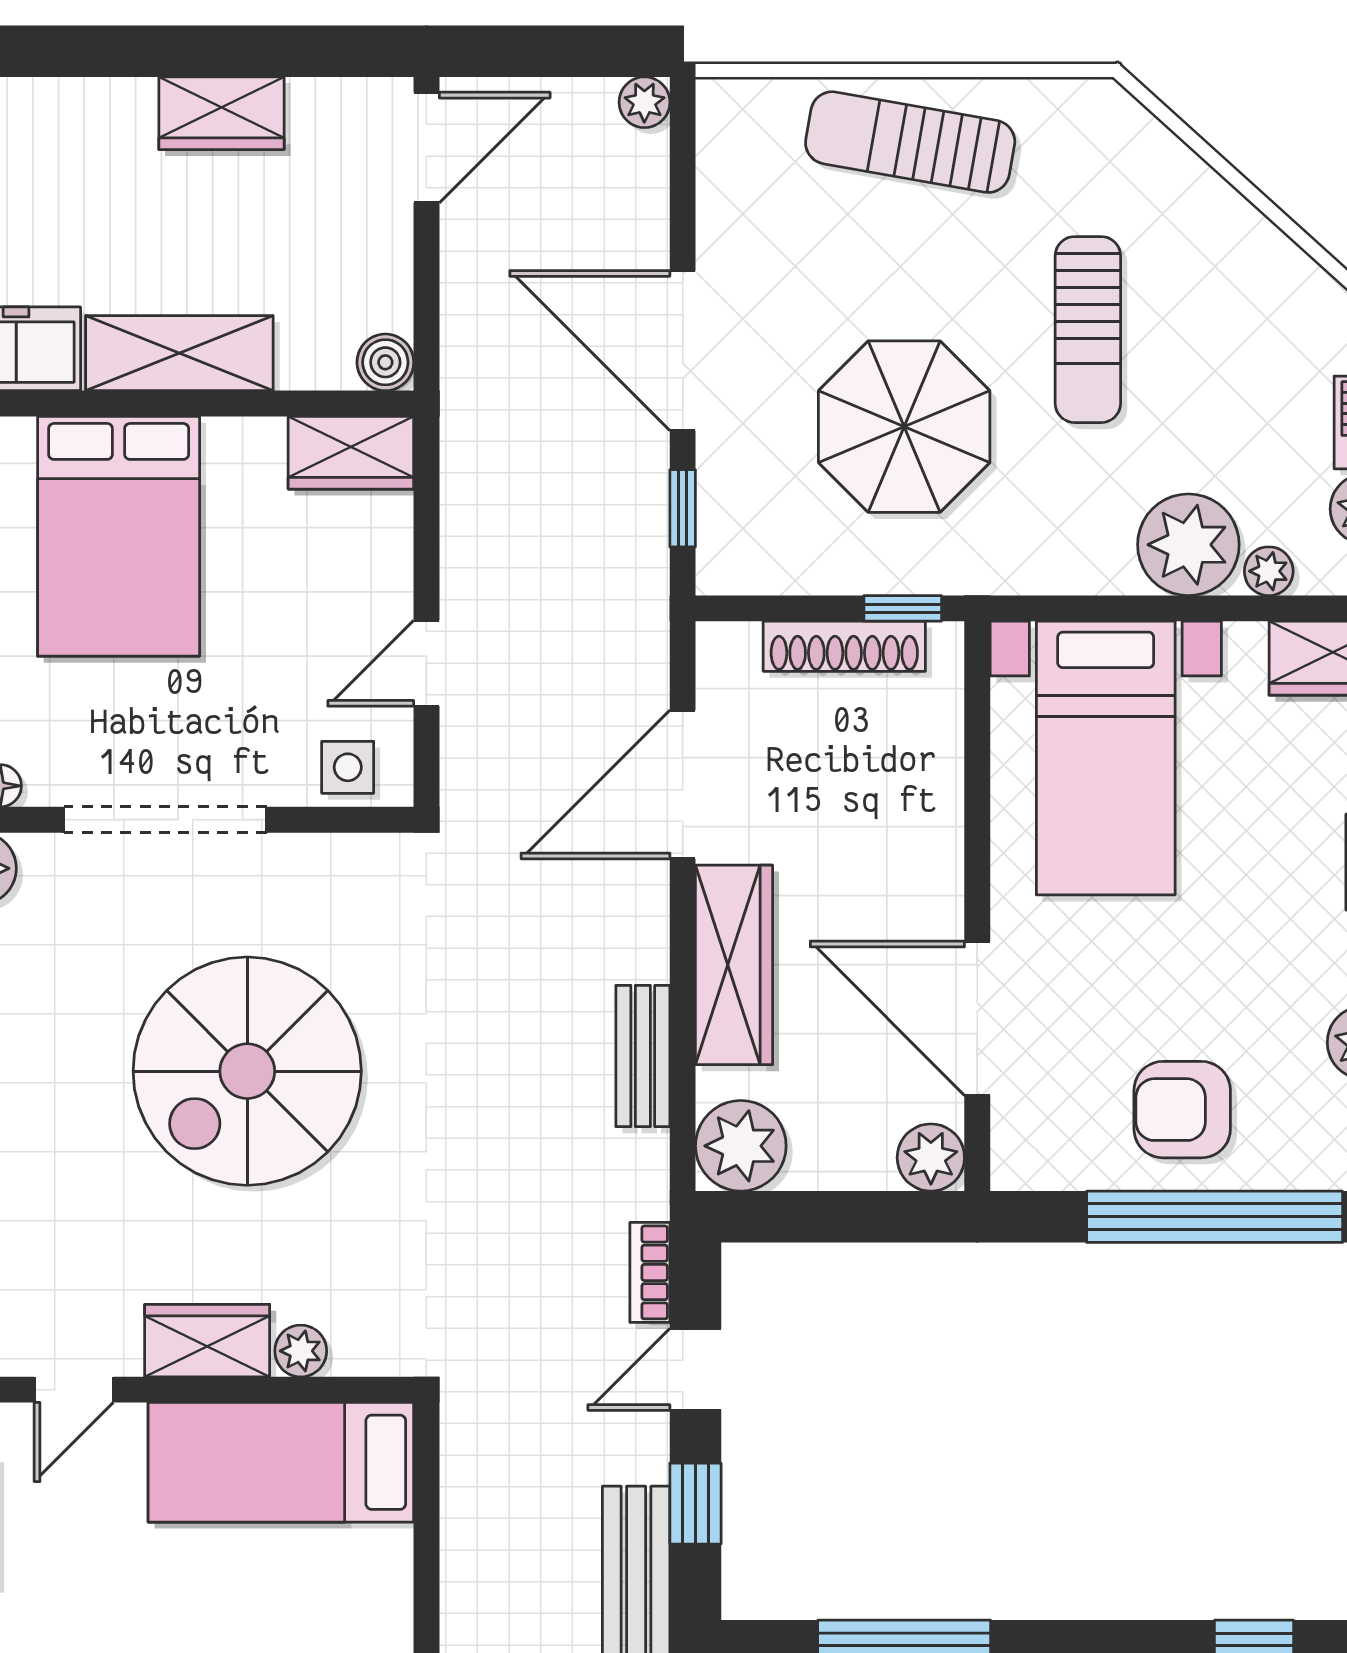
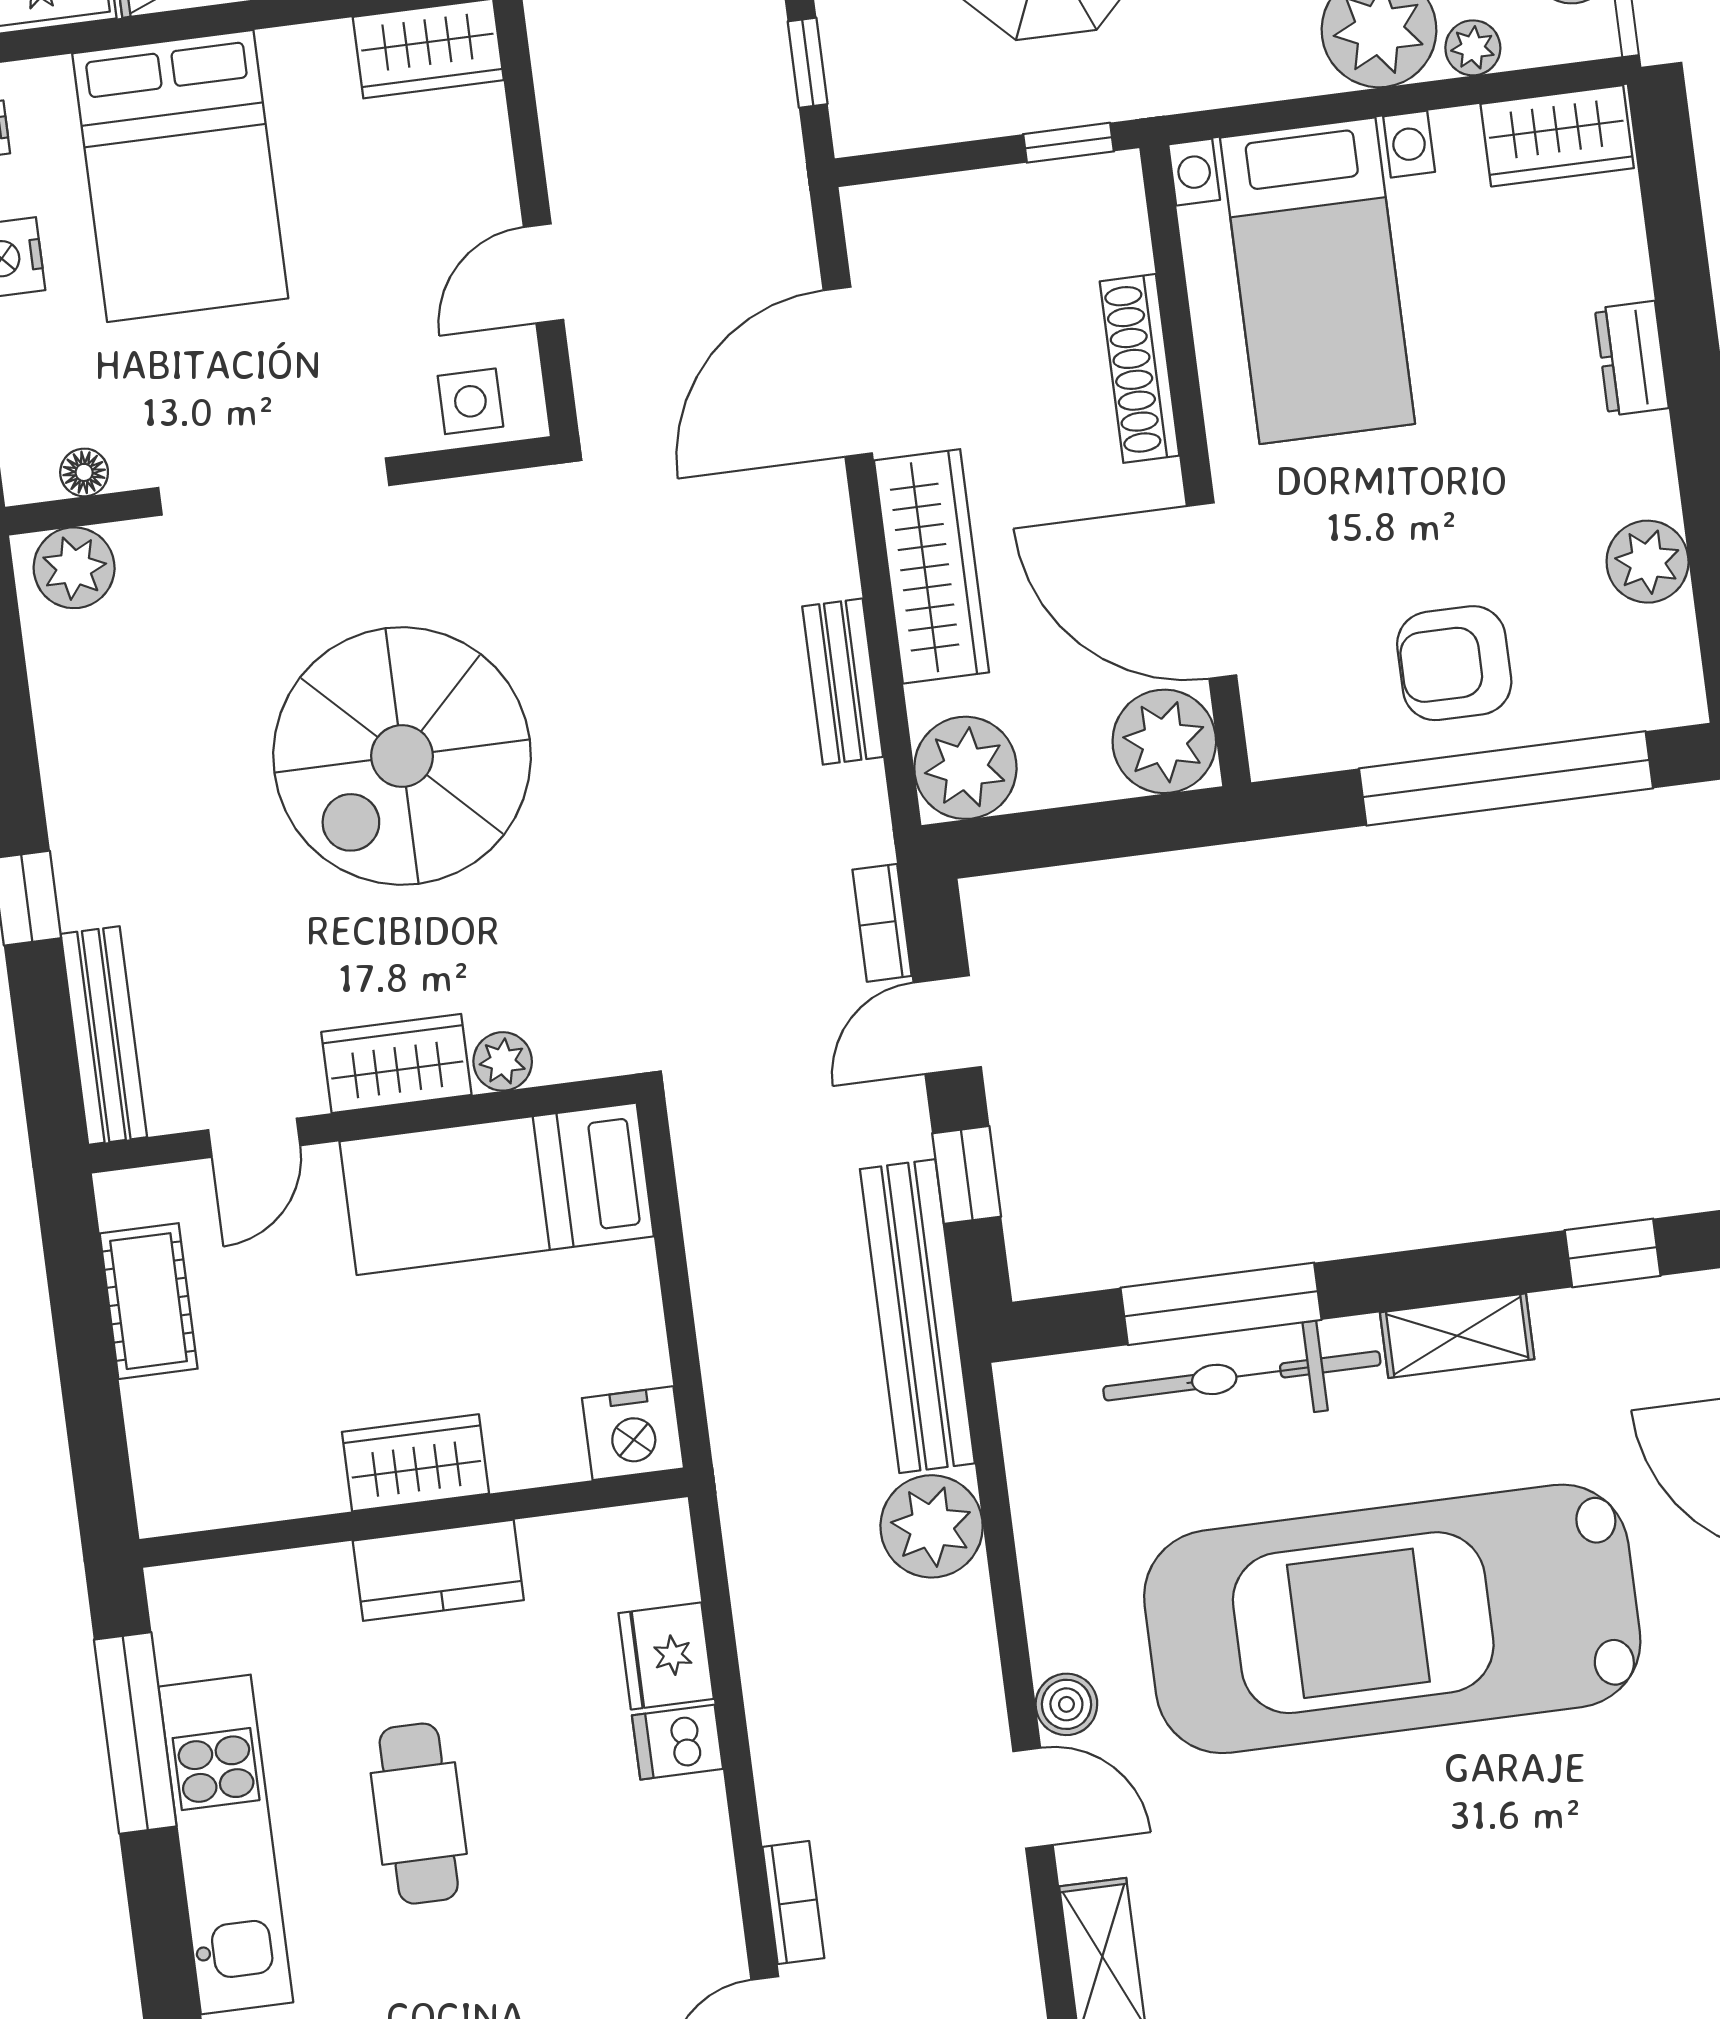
shoe rack: (844, 646) -> (1140, 368), moved, turned 90
plant: (931, 1158) -> (1164, 741), width x1.36, depth x1.36

